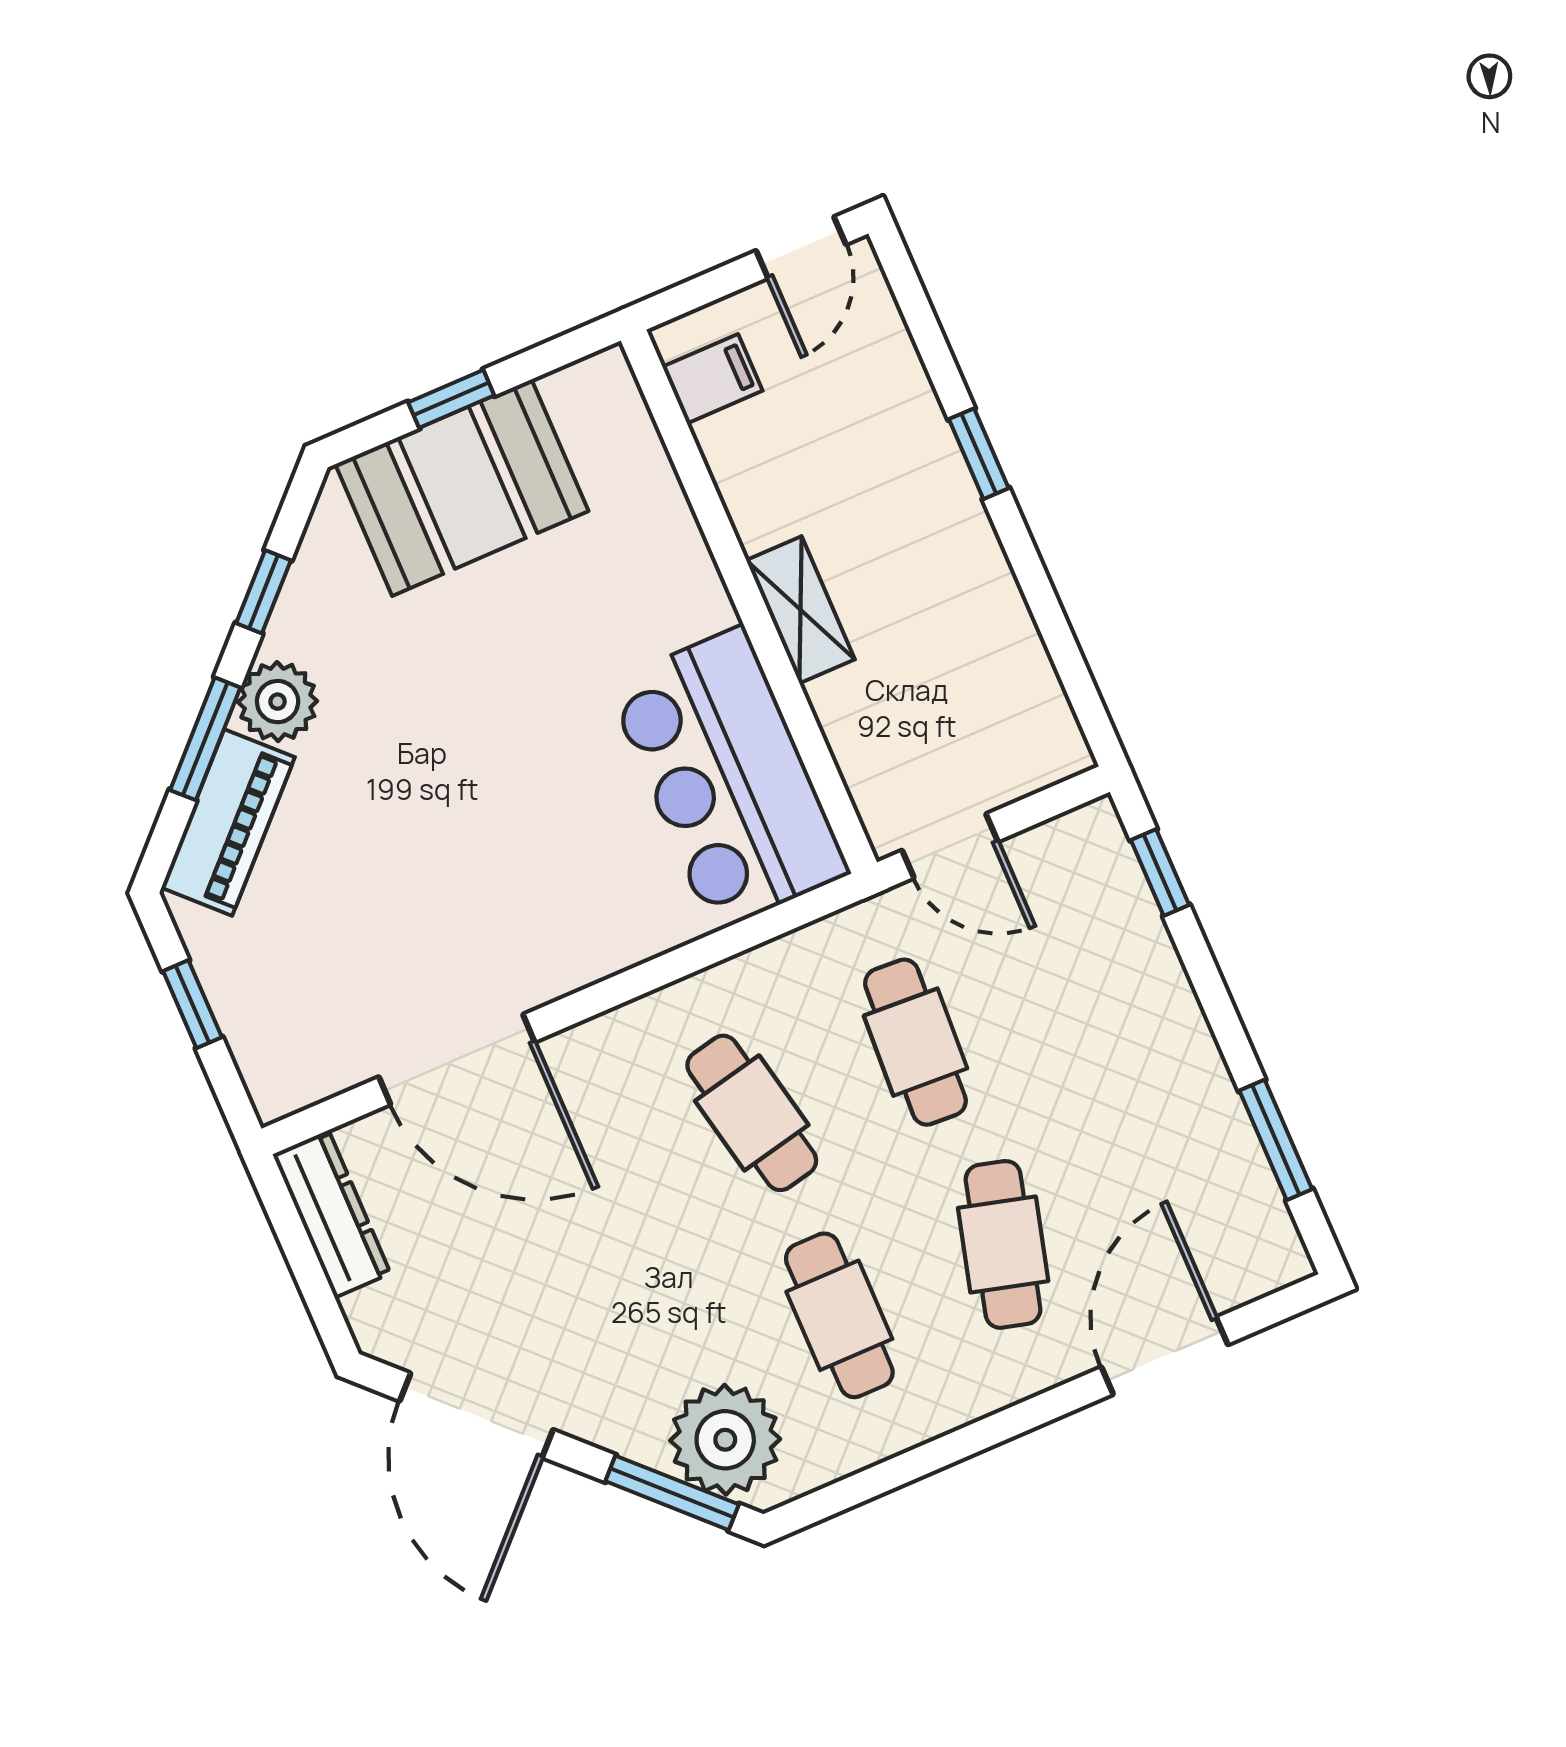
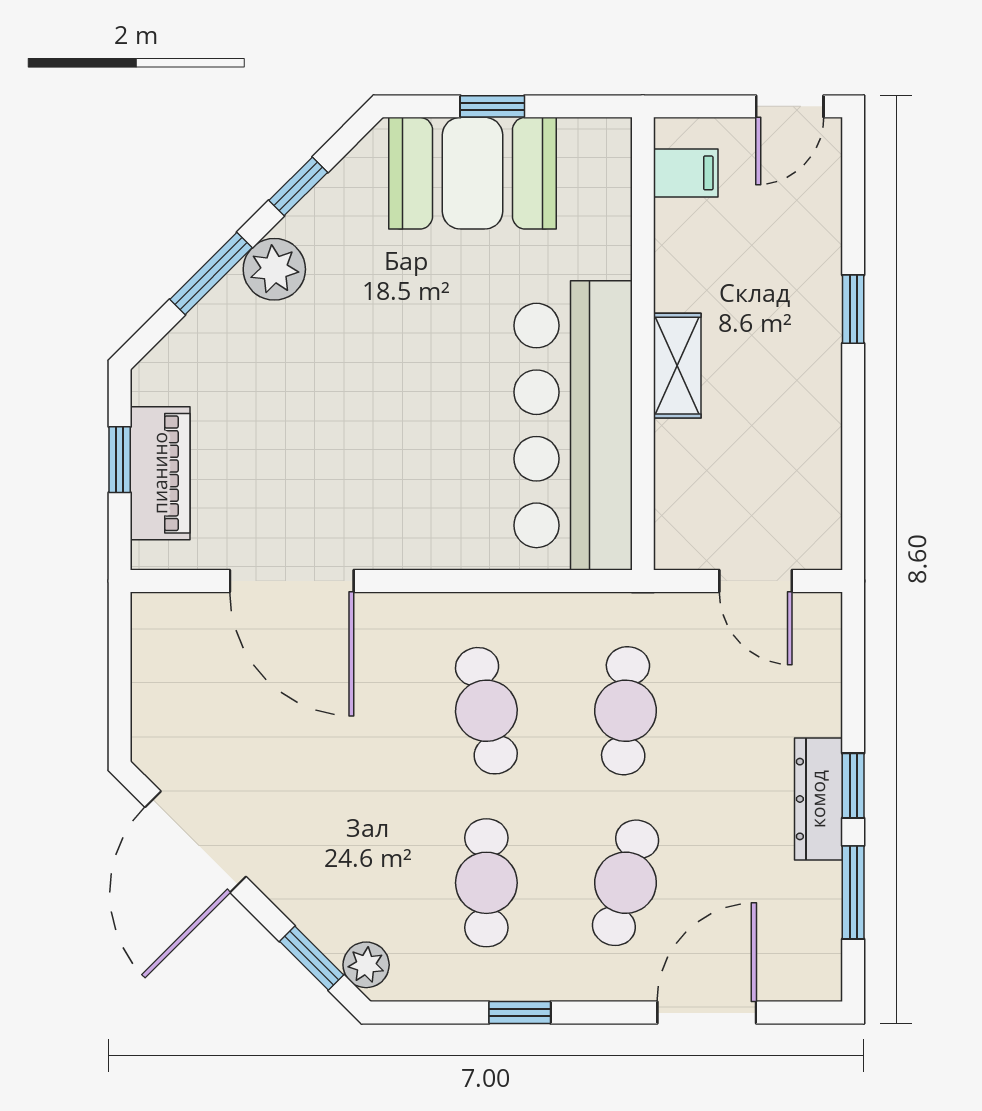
bar counter: (728, 779) -> (573, 425), width x1.36
piano: (228, 822) -> (160, 473), moved, turned -45
door: (950, 846) -> (756, 581), moved
window: (1160, 873) -> (853, 786), moved
dresser: (332, 1214) -> (818, 799), moved, turned 180
plant: (725, 1440) -> (366, 965), width x0.53, depth x0.53
window: (945, 1451) -> (520, 1013), added
window: (672, 1493) -> (312, 958), width x0.67

